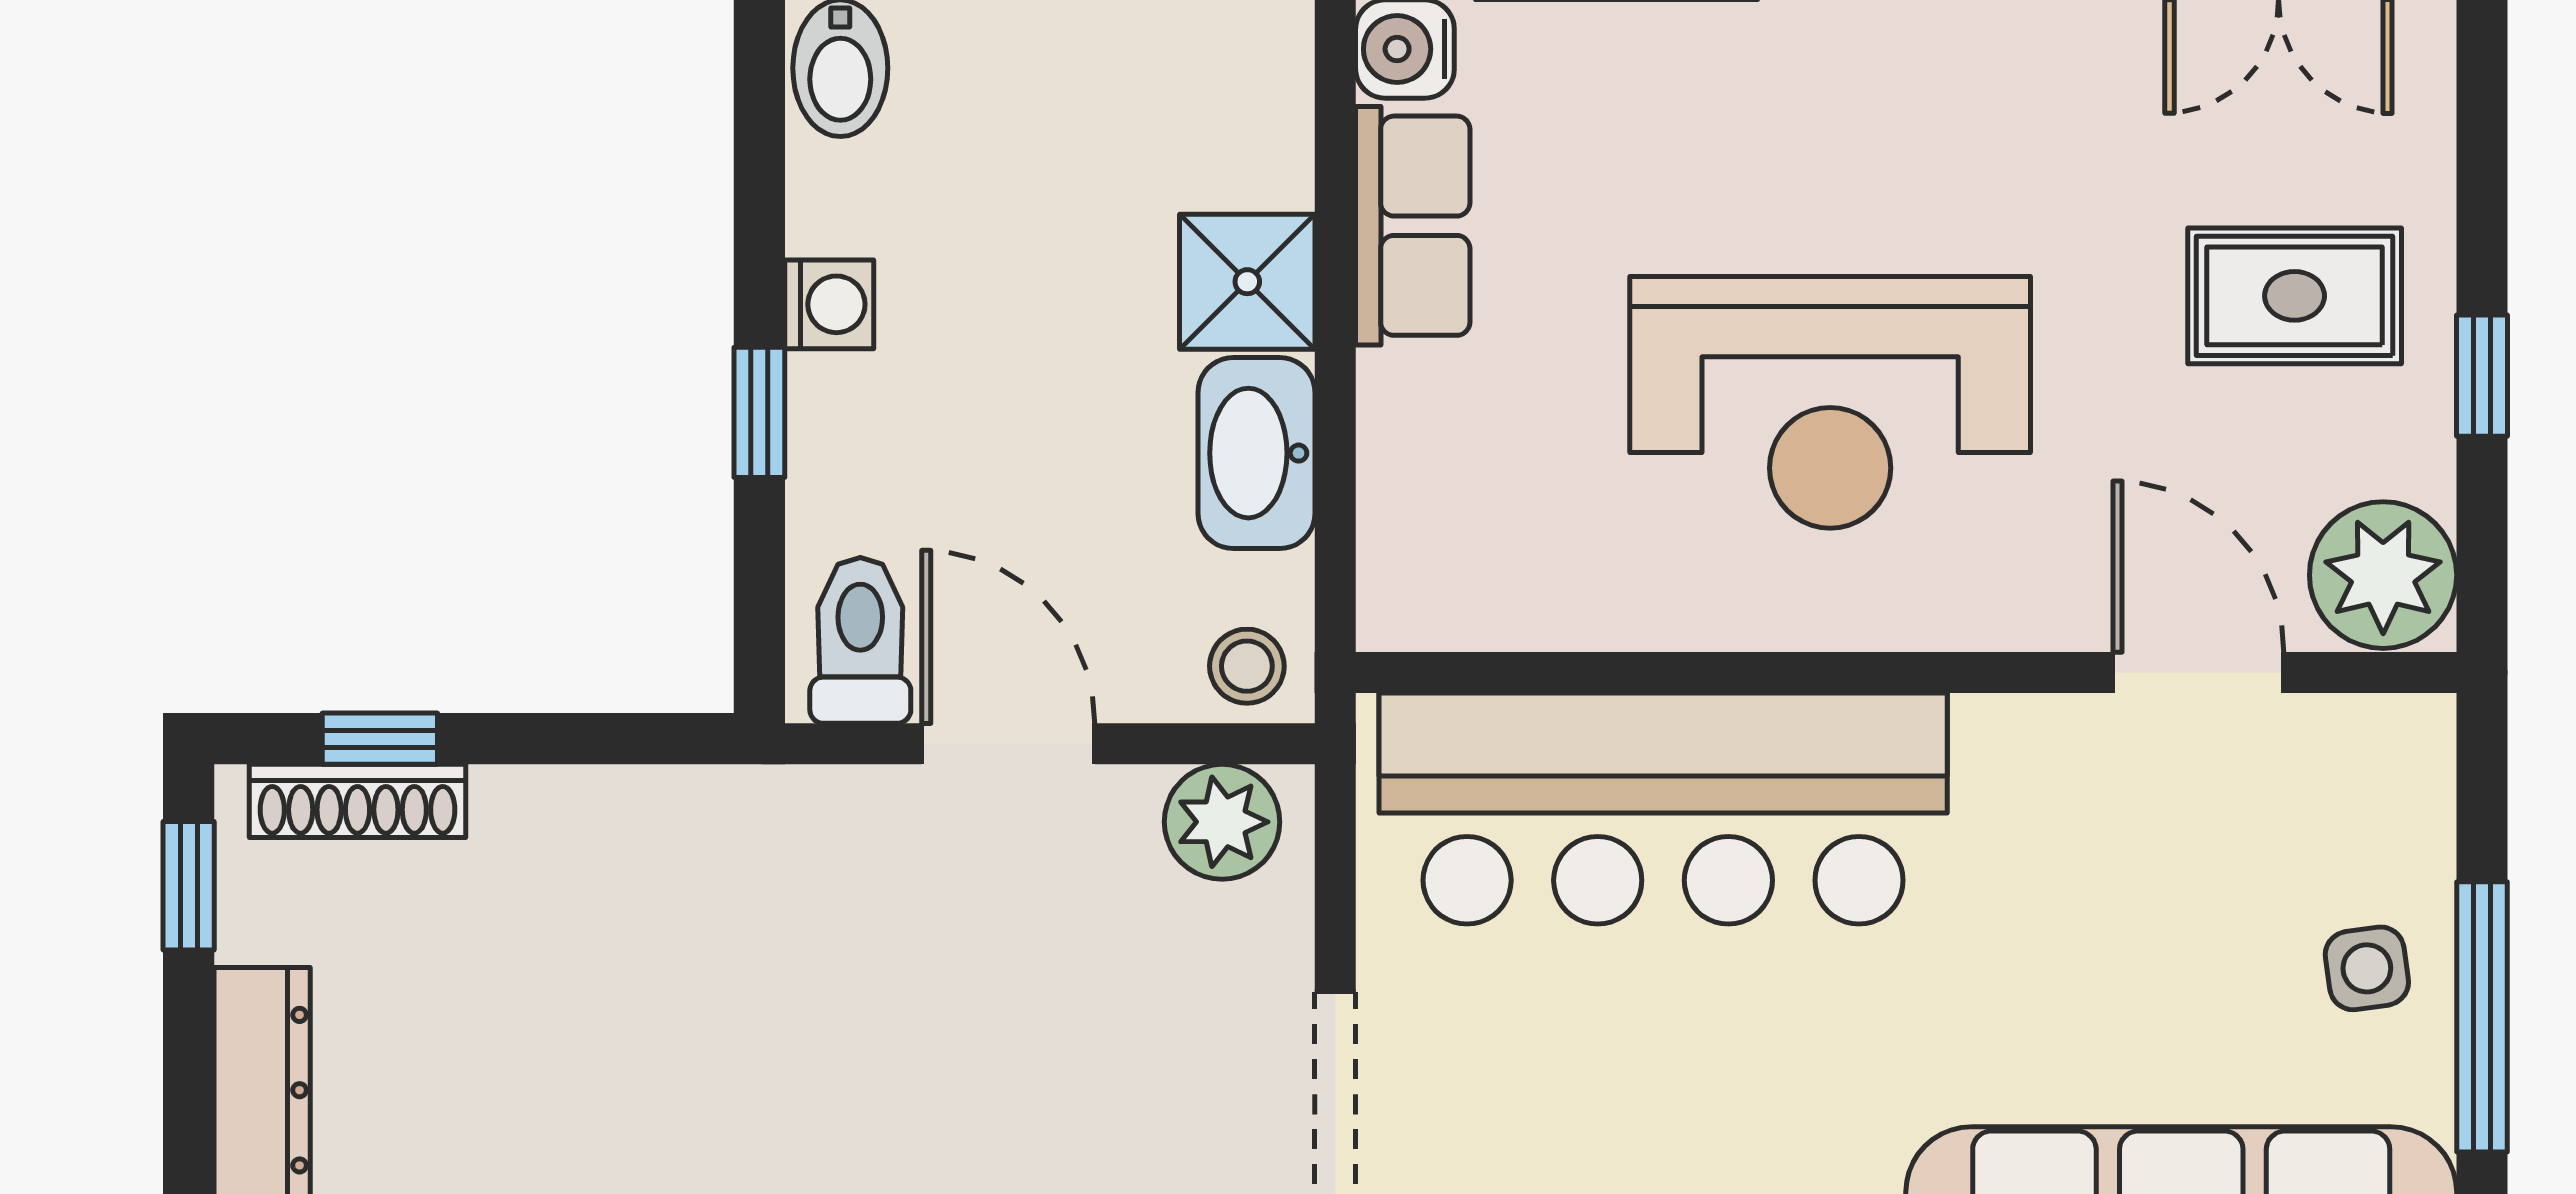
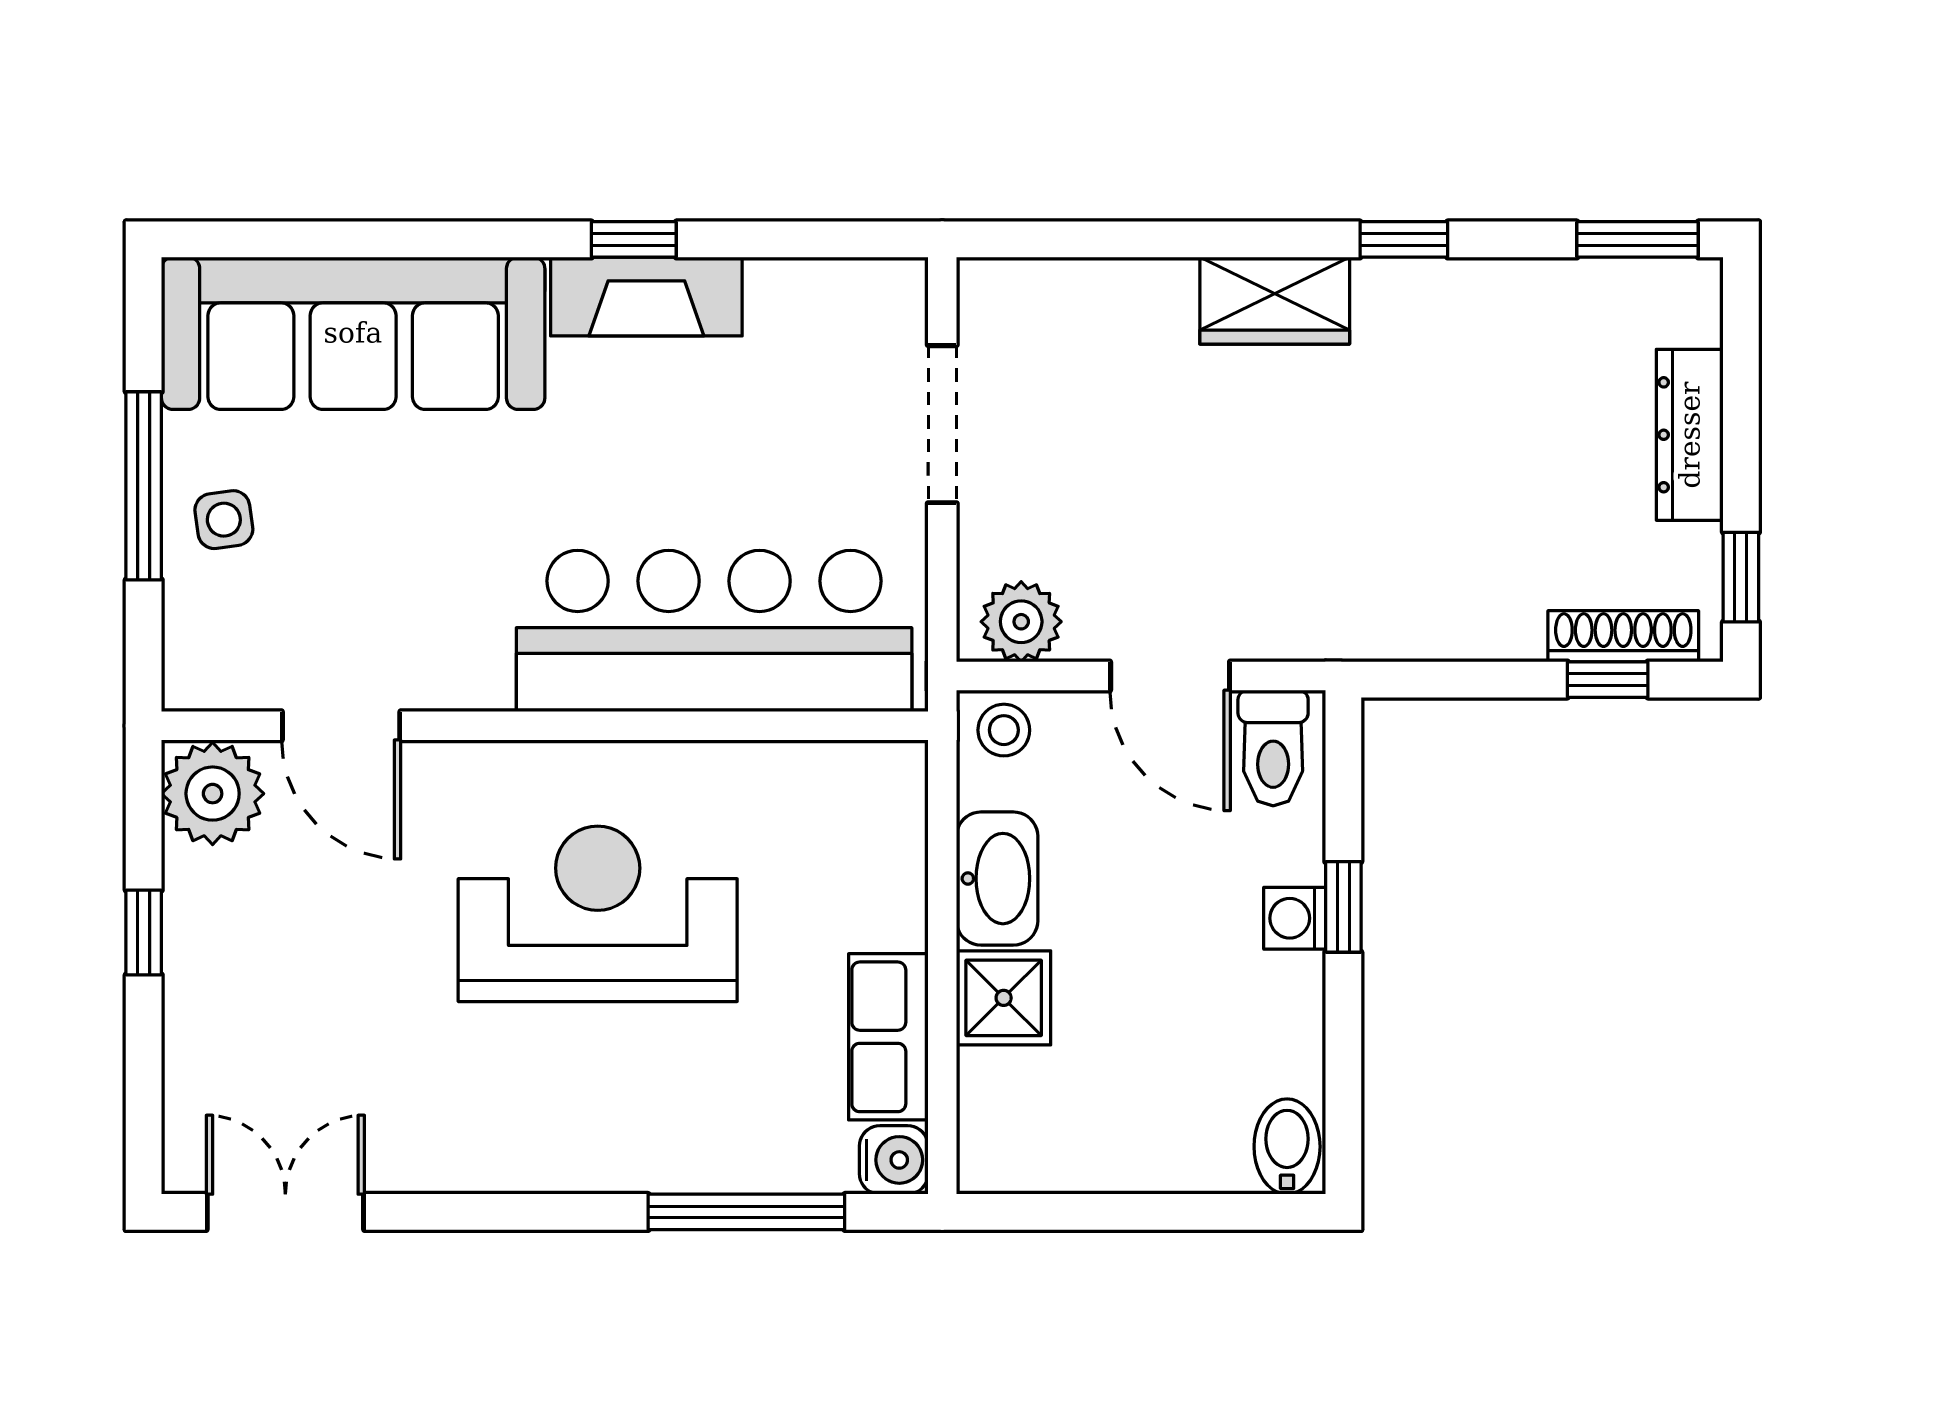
rug: (2295, 296) -> (274, 988), removed
washing machine: (829, 304) -> (1295, 918), moved

